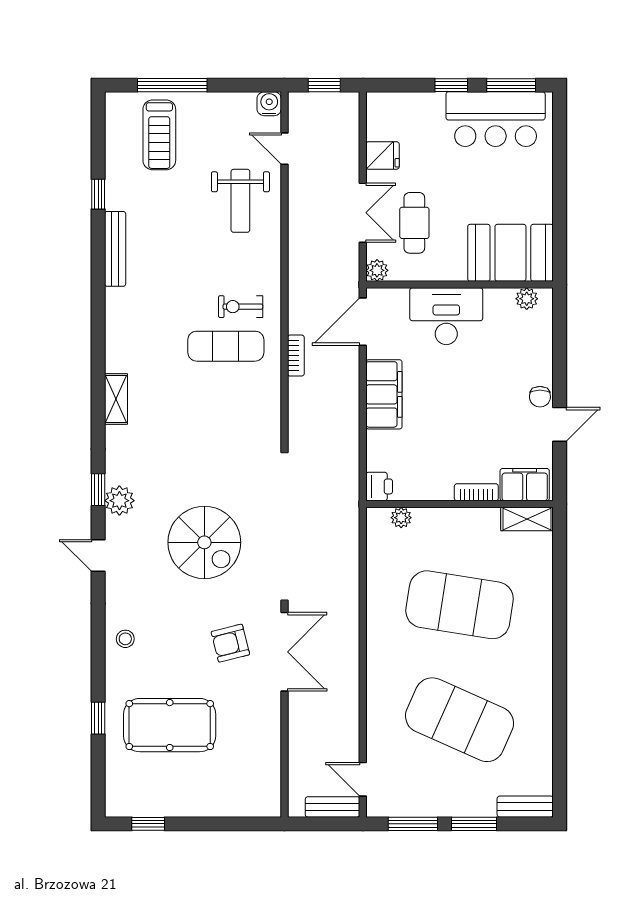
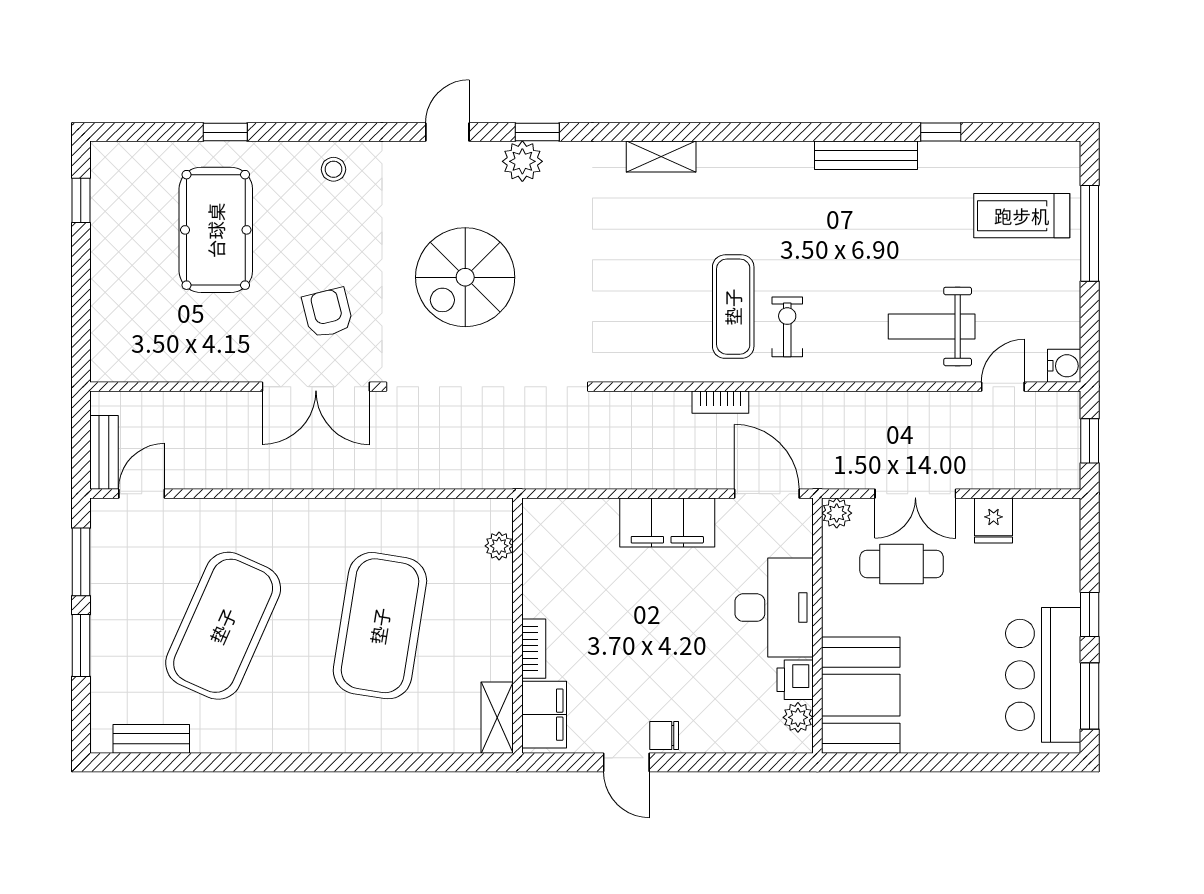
printer: (379, 486) -> (795, 680), moved, turned 90
bench: (525, 807) -> (151, 739), moved, turned 90

